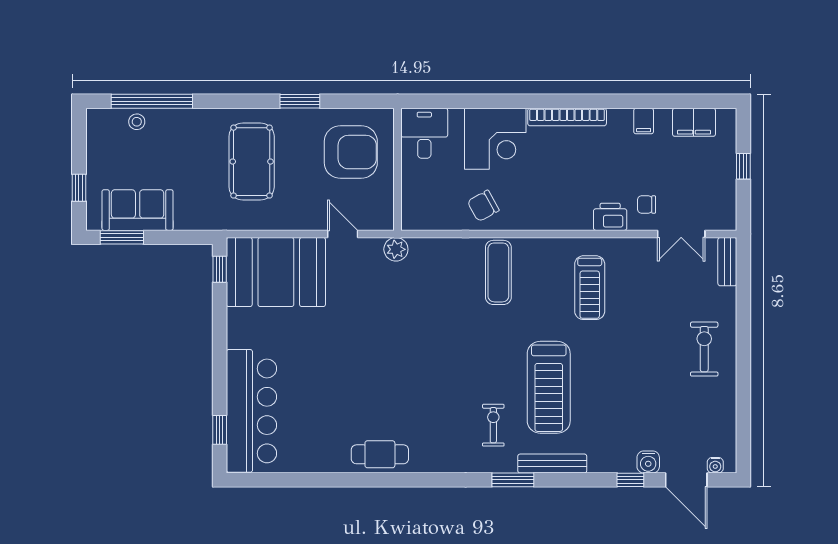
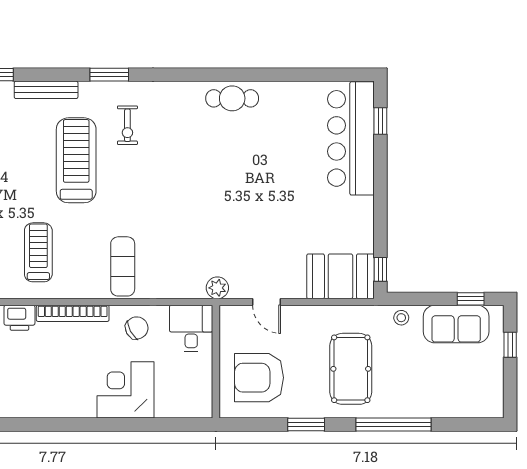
window: (152, 101) -> (394, 425), moved
bookcase: (567, 117) -> (73, 313), moved, turned 180
stool: (137, 122) -> (401, 318), moved
desk: (424, 133) -> (191, 328), moved, turned 180
window: (122, 237) -> (471, 299), width x0.67
booth: (276, 272) -> (340, 276), width x0.73, depth x0.70
bench: (552, 464) -> (46, 90), moved

